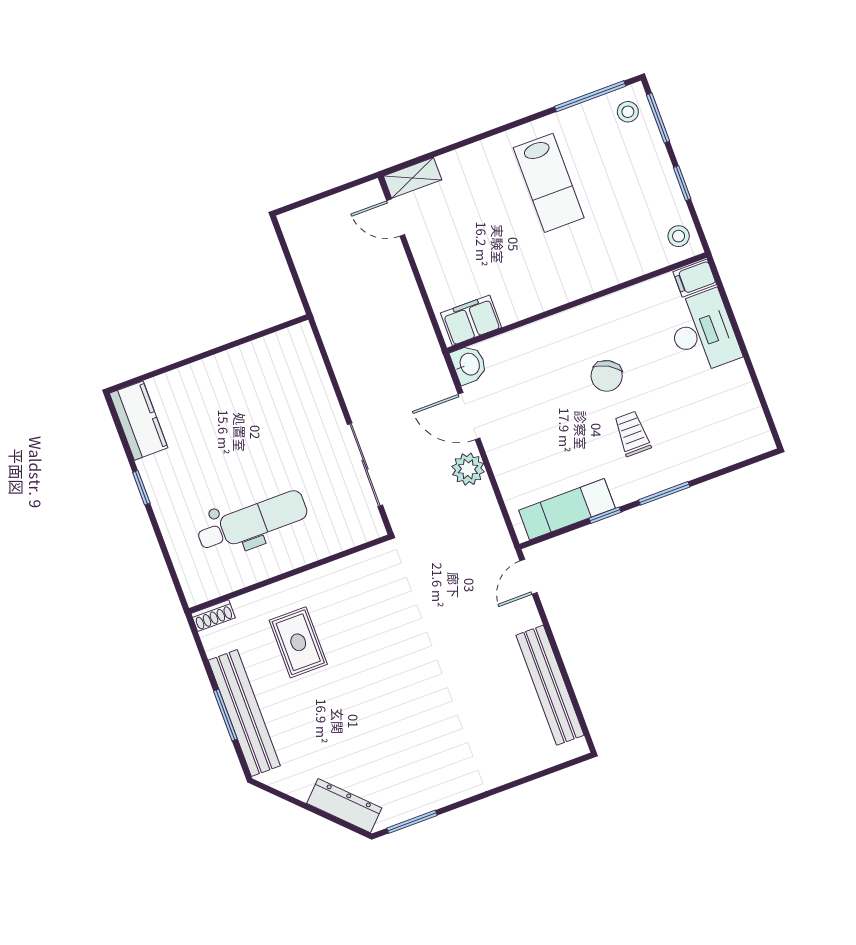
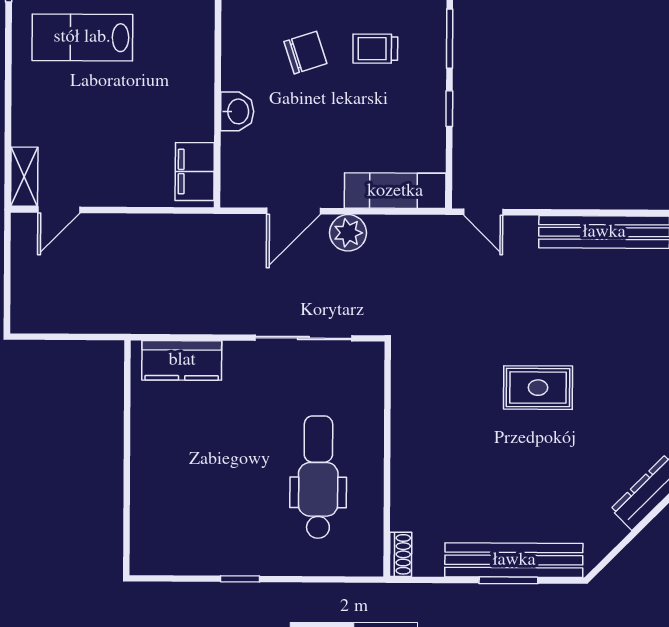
lab bench: (549, 183) -> (82, 37), turned 180
washbasin: (469, 364) -> (237, 111), moved, turned 90
chair: (607, 376) -> (305, 53), turned -47
kitchen counter: (139, 421) -> (182, 360), moved, turned 180
exam couch: (567, 509) -> (395, 191), moved, turned 90
rug: (298, 642) -> (538, 388), moved

